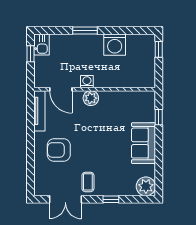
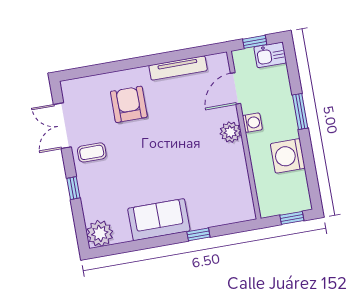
washing machine: (87, 82) -> (252, 123), moved
door: (61, 89) -> (236, 88), moved
wall: (95, 89) -> (244, 135), moved
plant: (91, 98) -> (230, 132), moved

